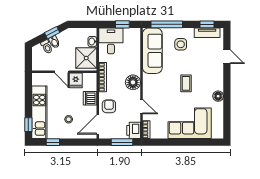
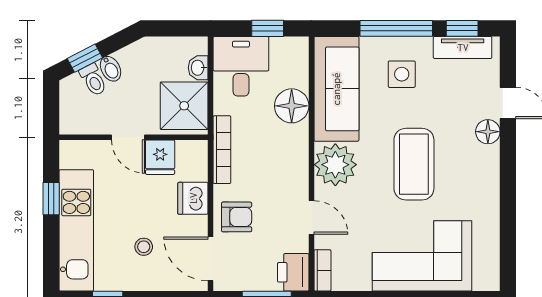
window: (167, 24) -> (396, 28), moved
window: (52, 33) -> (85, 58), moved
floor lamp: (133, 82) -> (292, 106), moved
coffee table: (186, 83) -> (414, 164), width x1.86, depth x1.72
plant: (152, 84) -> (335, 165), added
floor lamp: (218, 96) -> (488, 132), moved
armchair: (109, 106) -> (237, 217), turned 90
window: (28, 125) -> (51, 199), moved
door: (98, 125) -> (211, 259), hinge flipped

